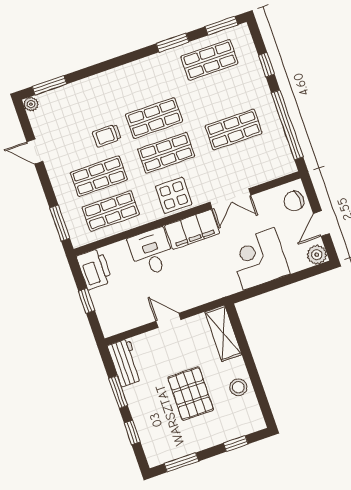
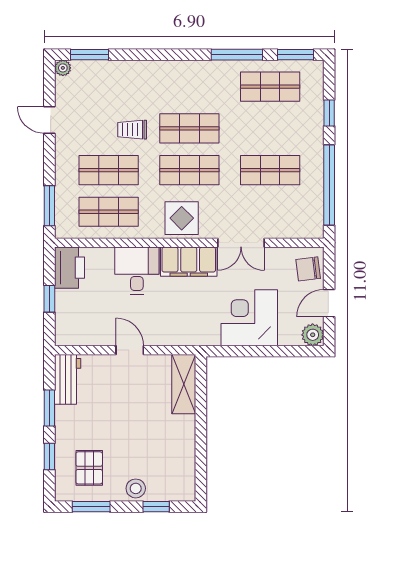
window: (173, 43) -> (237, 55), width x1.44
stool: (238, 387) -> (136, 488), moved
pallet: (191, 394) -> (89, 468), moved, width x0.67, depth x0.71

